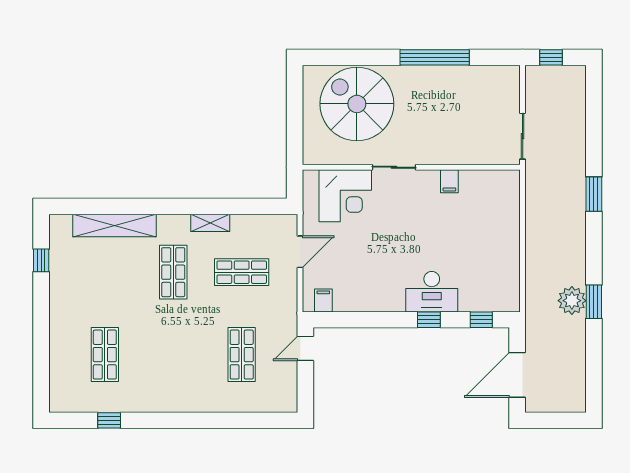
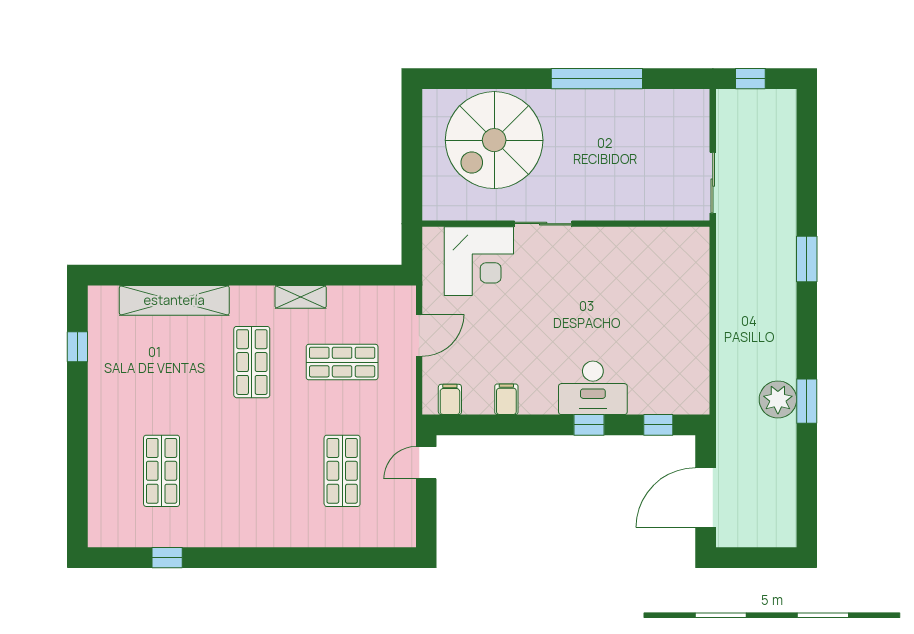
spiral stairs: (357, 104) -> (494, 140), turned -90
filing cabinet: (449, 181) -> (506, 399), moved, turned 180

